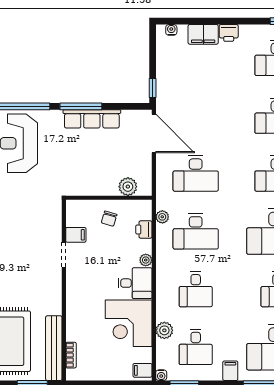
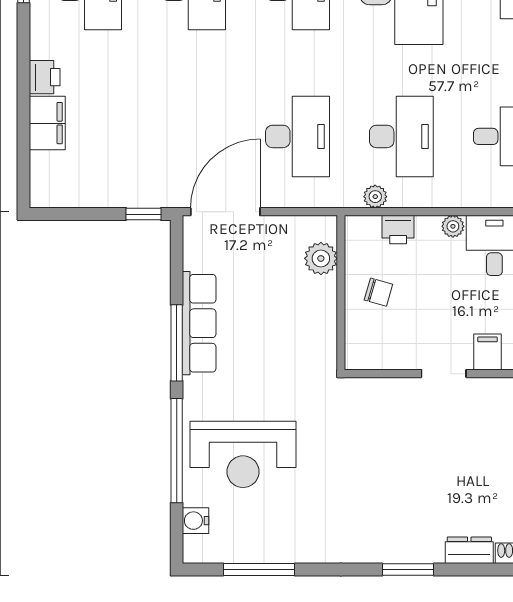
water cooler: (171, 30) -> (39, 180), removed
filing cabinet: (76, 235) -> (488, 352), moved

